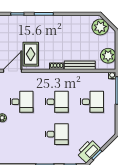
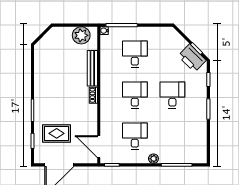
plant: (100, 27) -> (48, 45), removed
rug: (31, 54) -> (57, 133), moved

